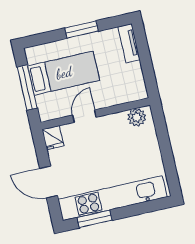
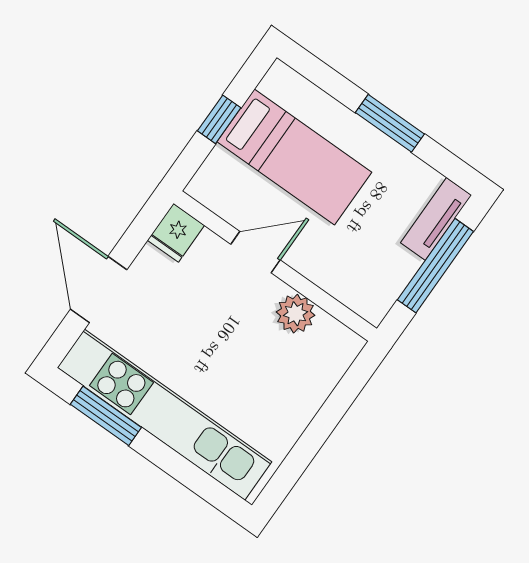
window: (145, 58) -> (435, 266), added
window: (27, 88) -> (219, 119), width x0.46
plant: (137, 117) -> (295, 314), moved

